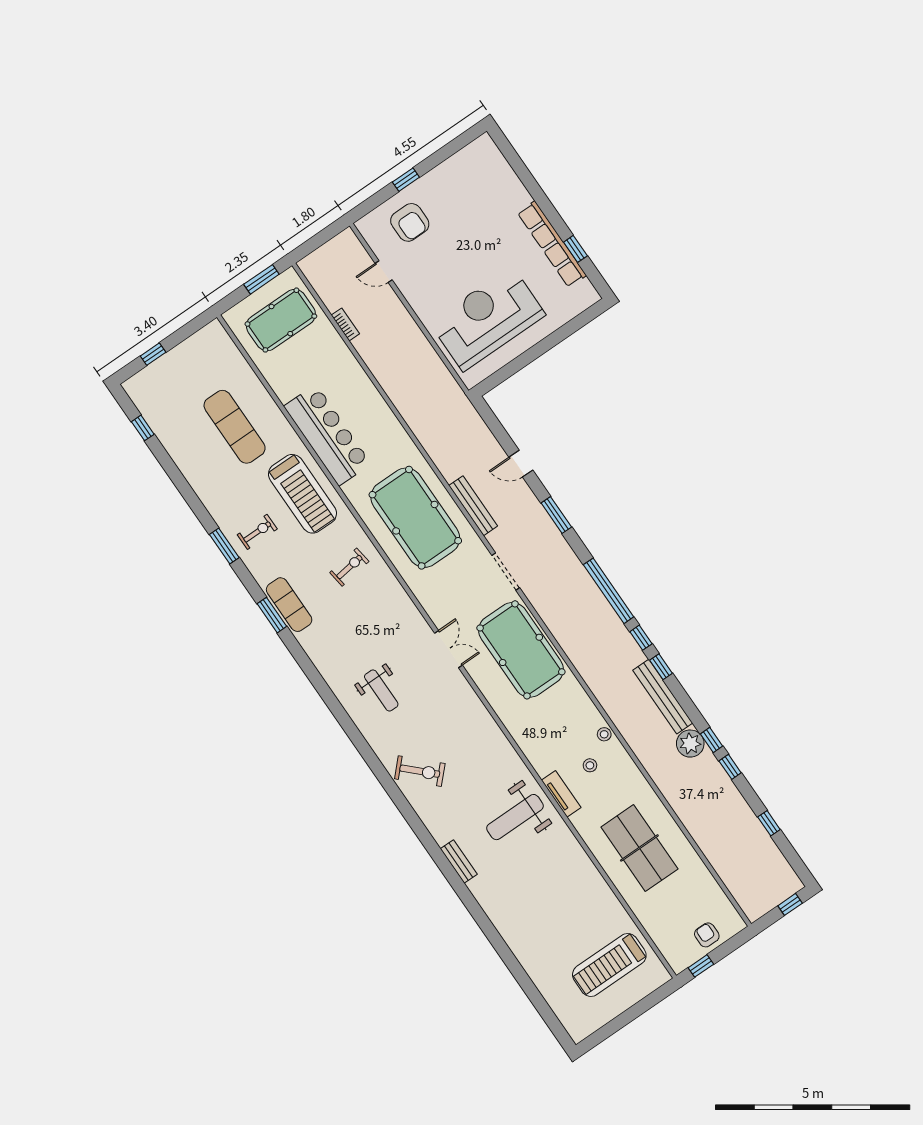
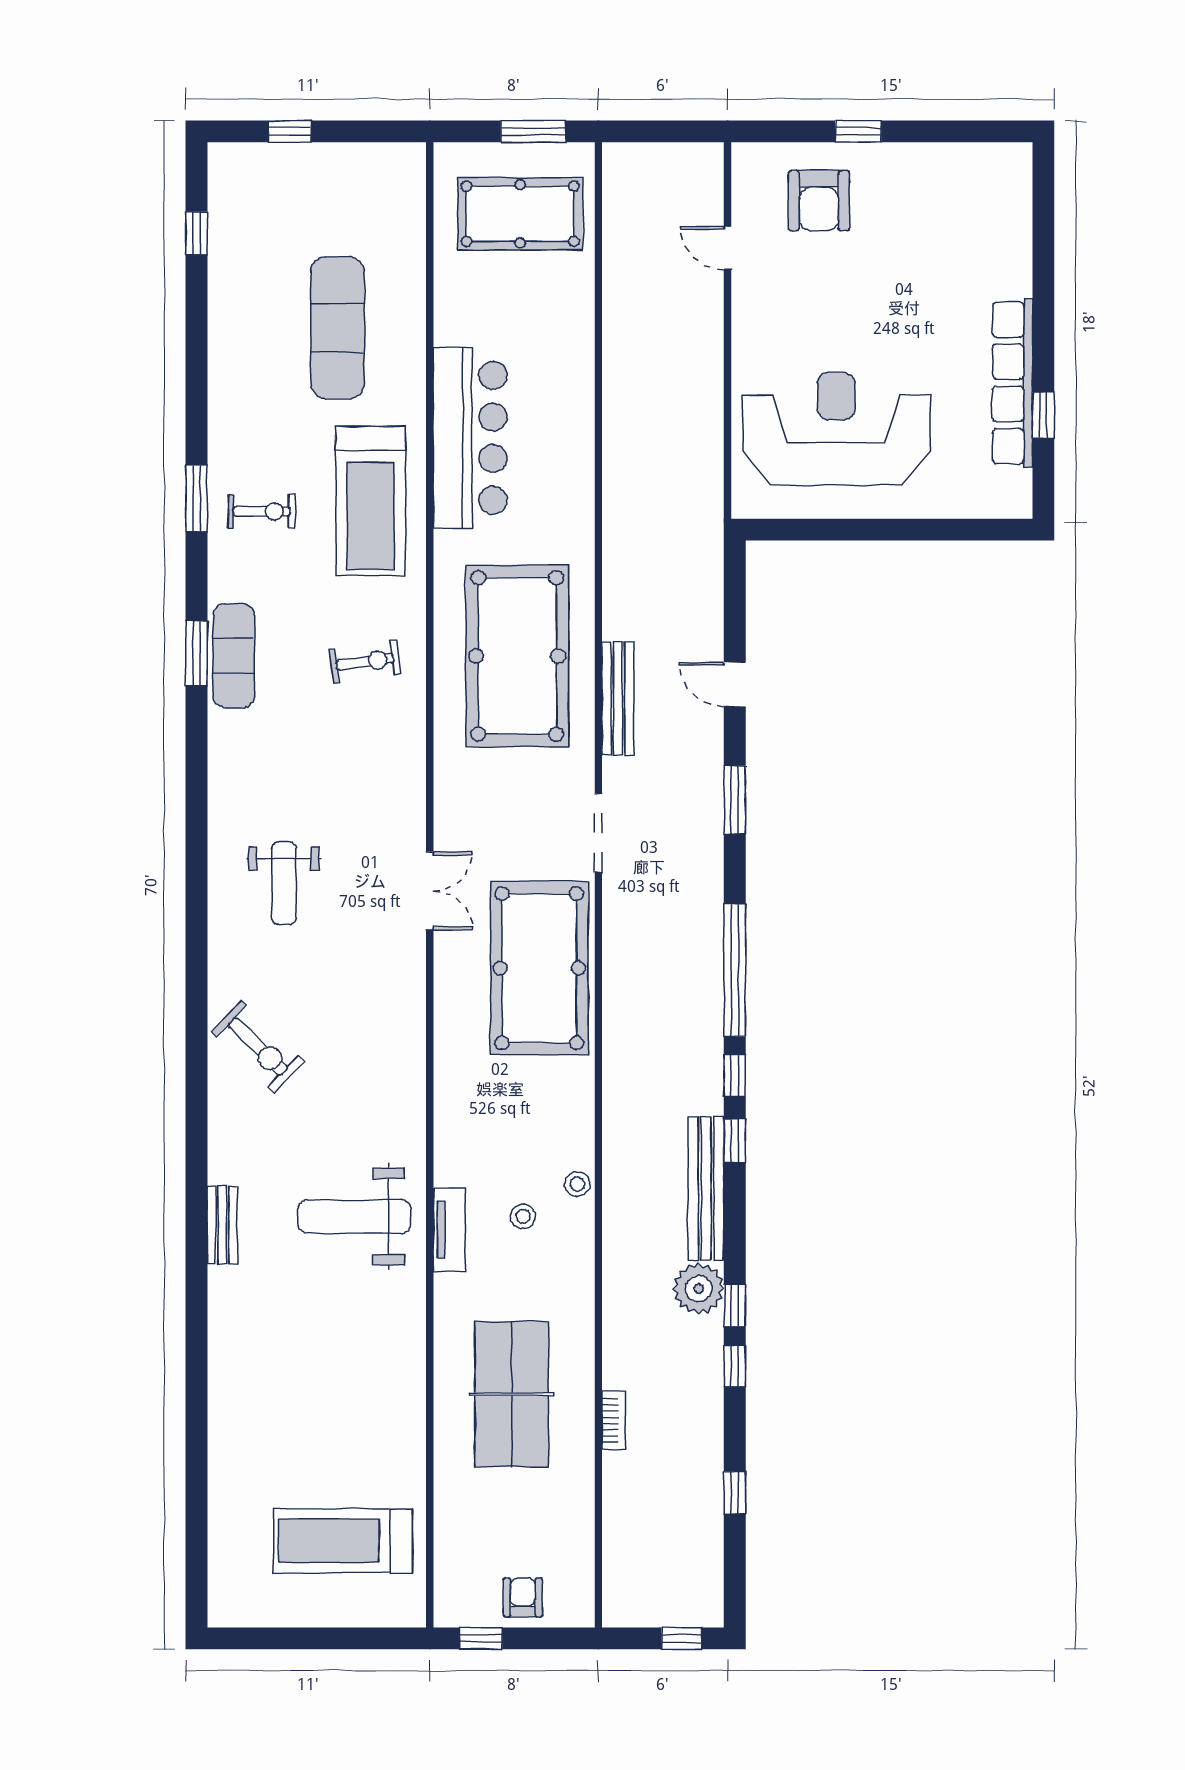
bookcase: (345, 324) -> (614, 1420), moved

